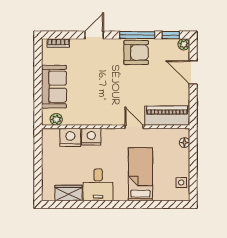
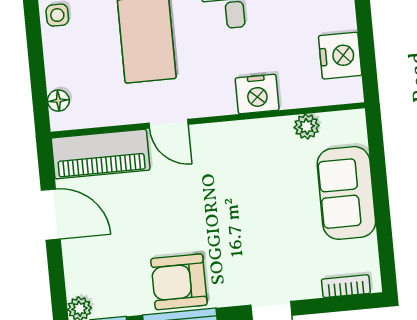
door: (193, 72) -> (51, 215), moved
plant: (56, 119) -> (307, 127), moved
nightstand: (70, 137) -> (340, 56), moved, turned -90

